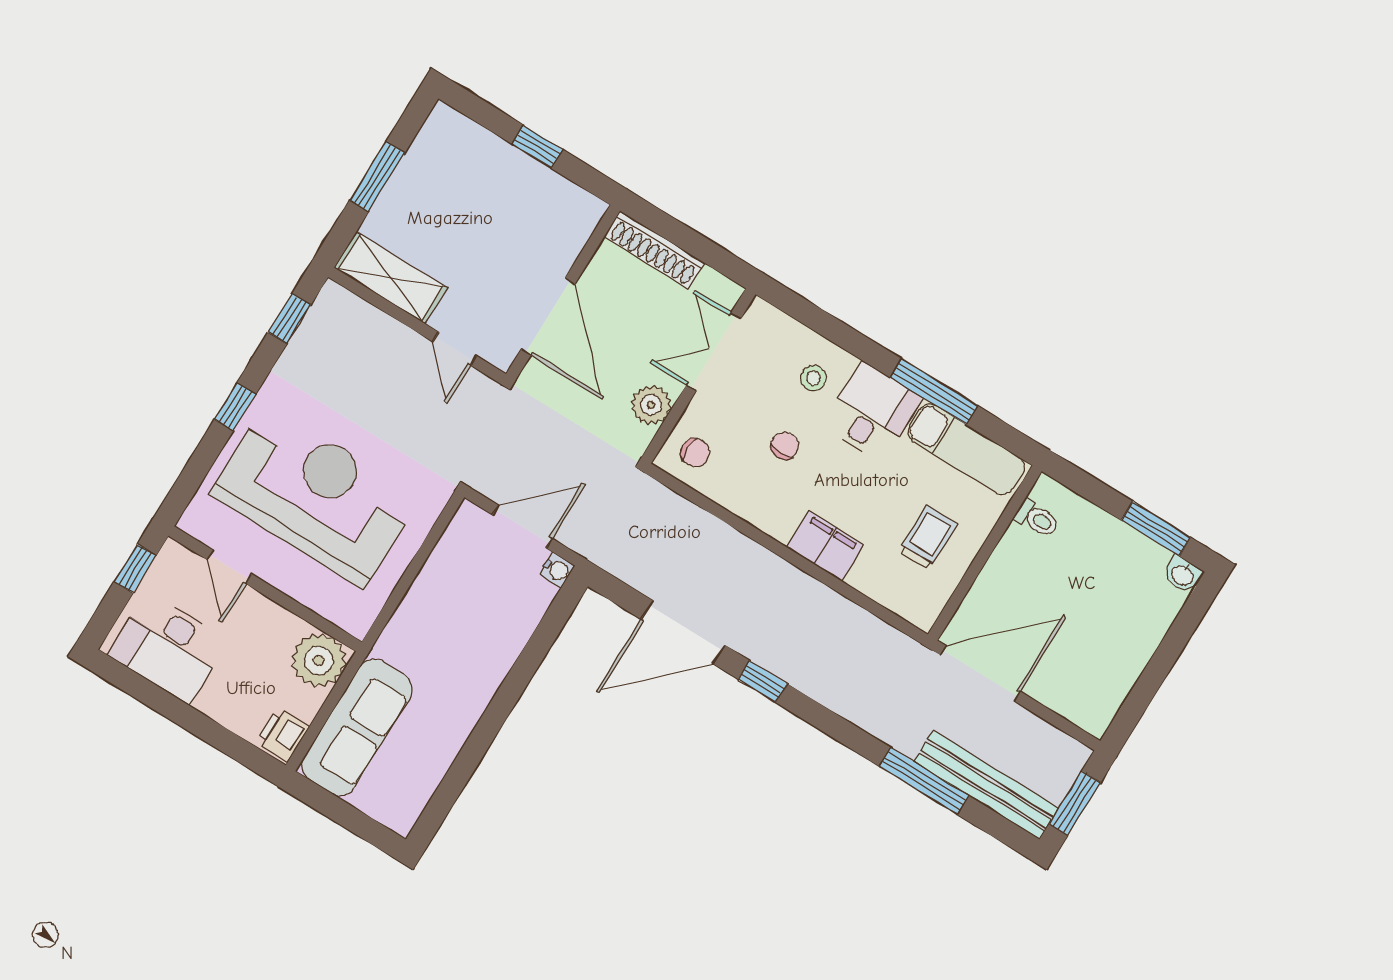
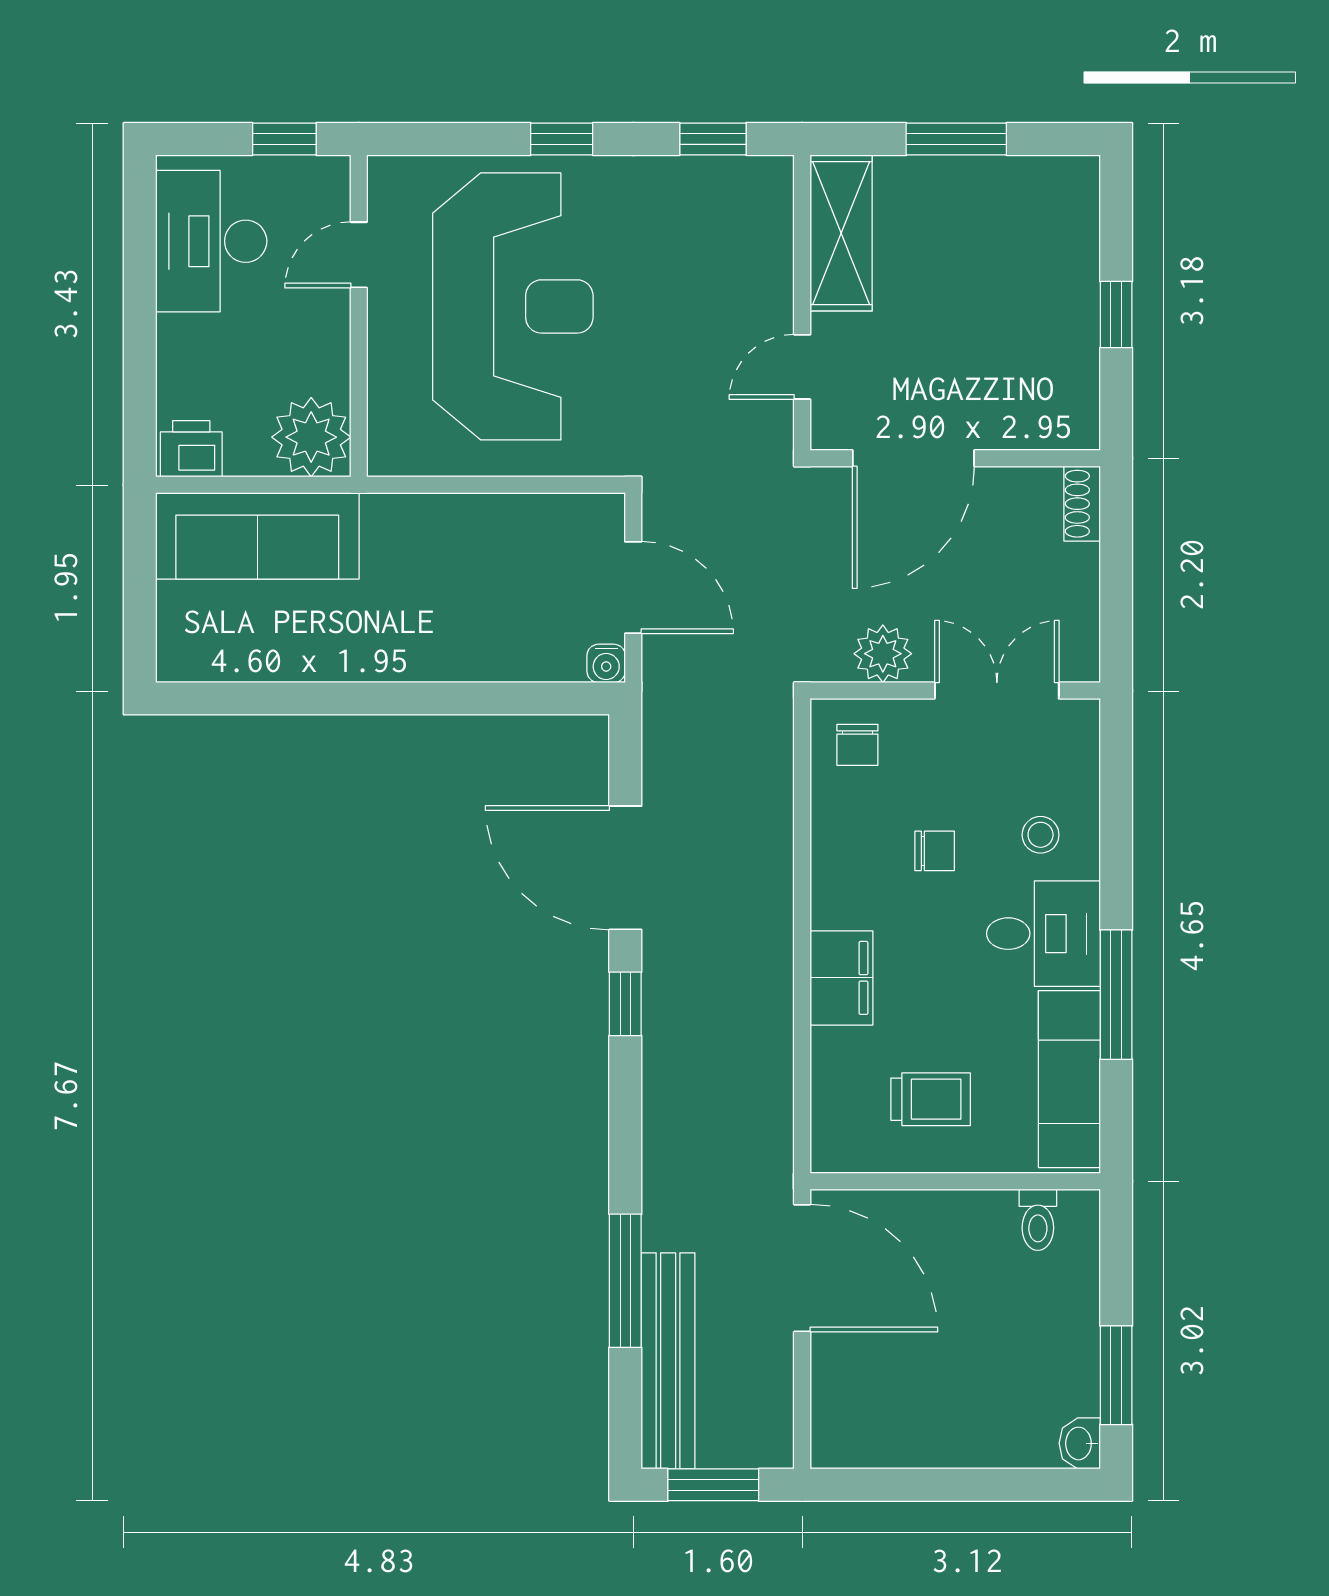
shoe rack: (654, 250) -> (1082, 504), width x0.51, depth x0.81

